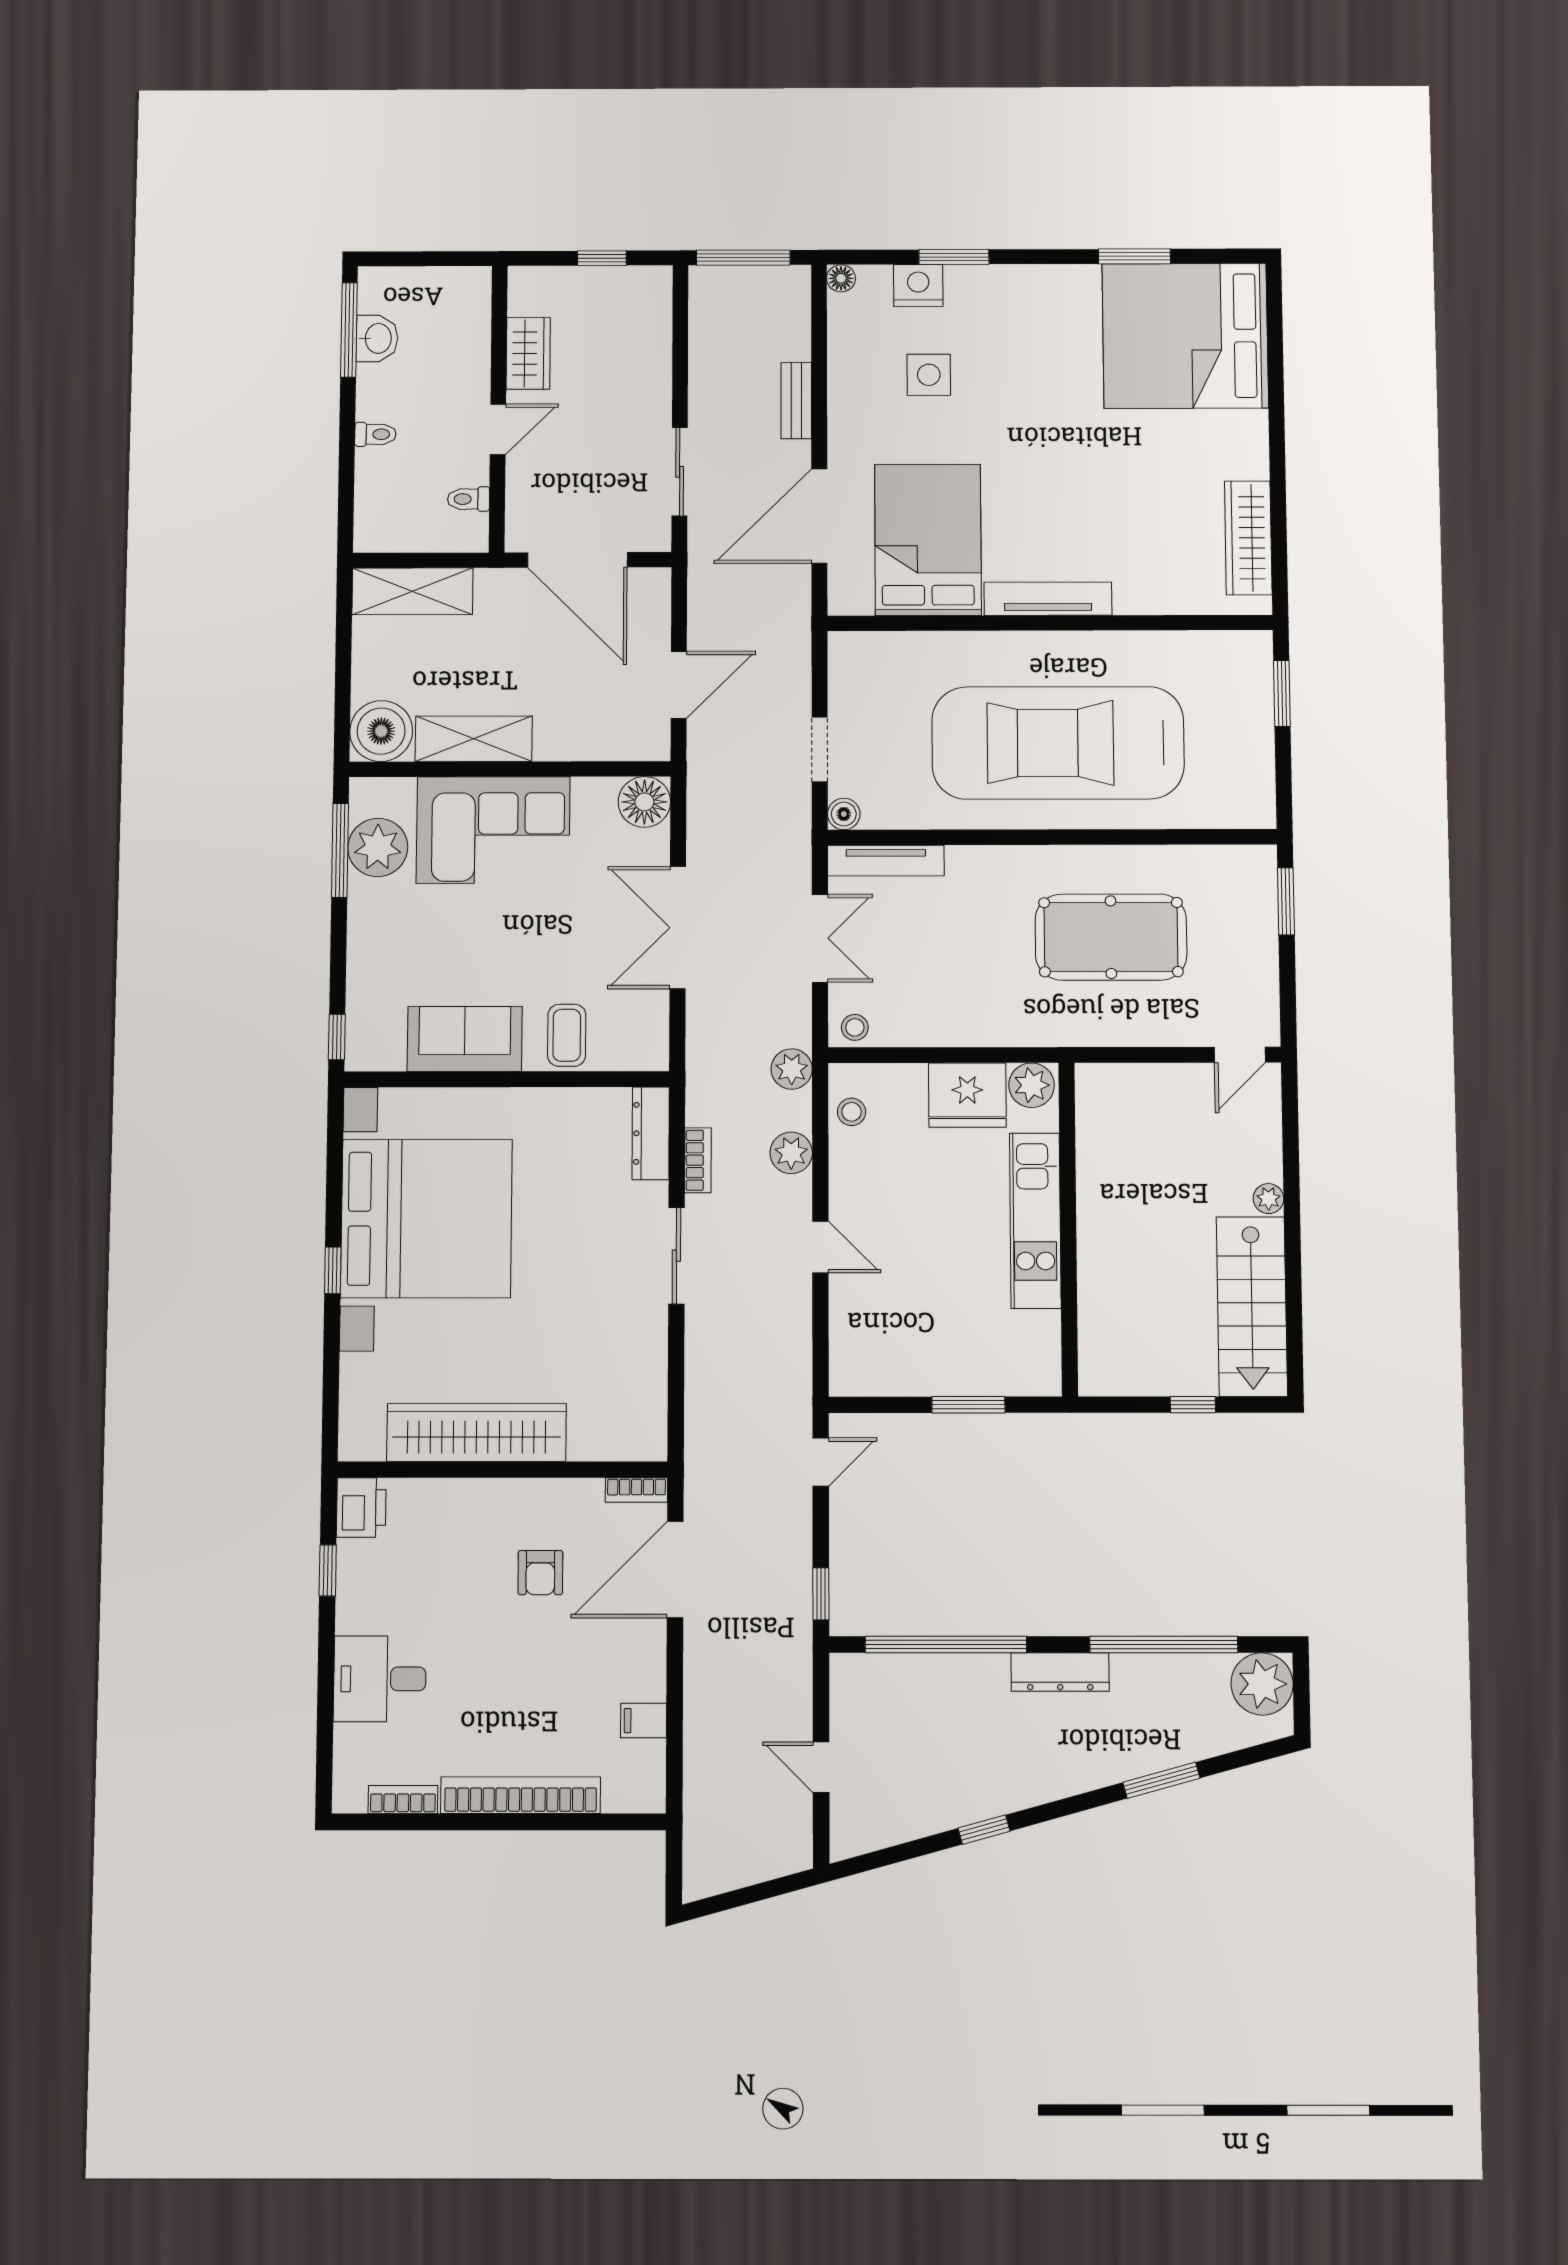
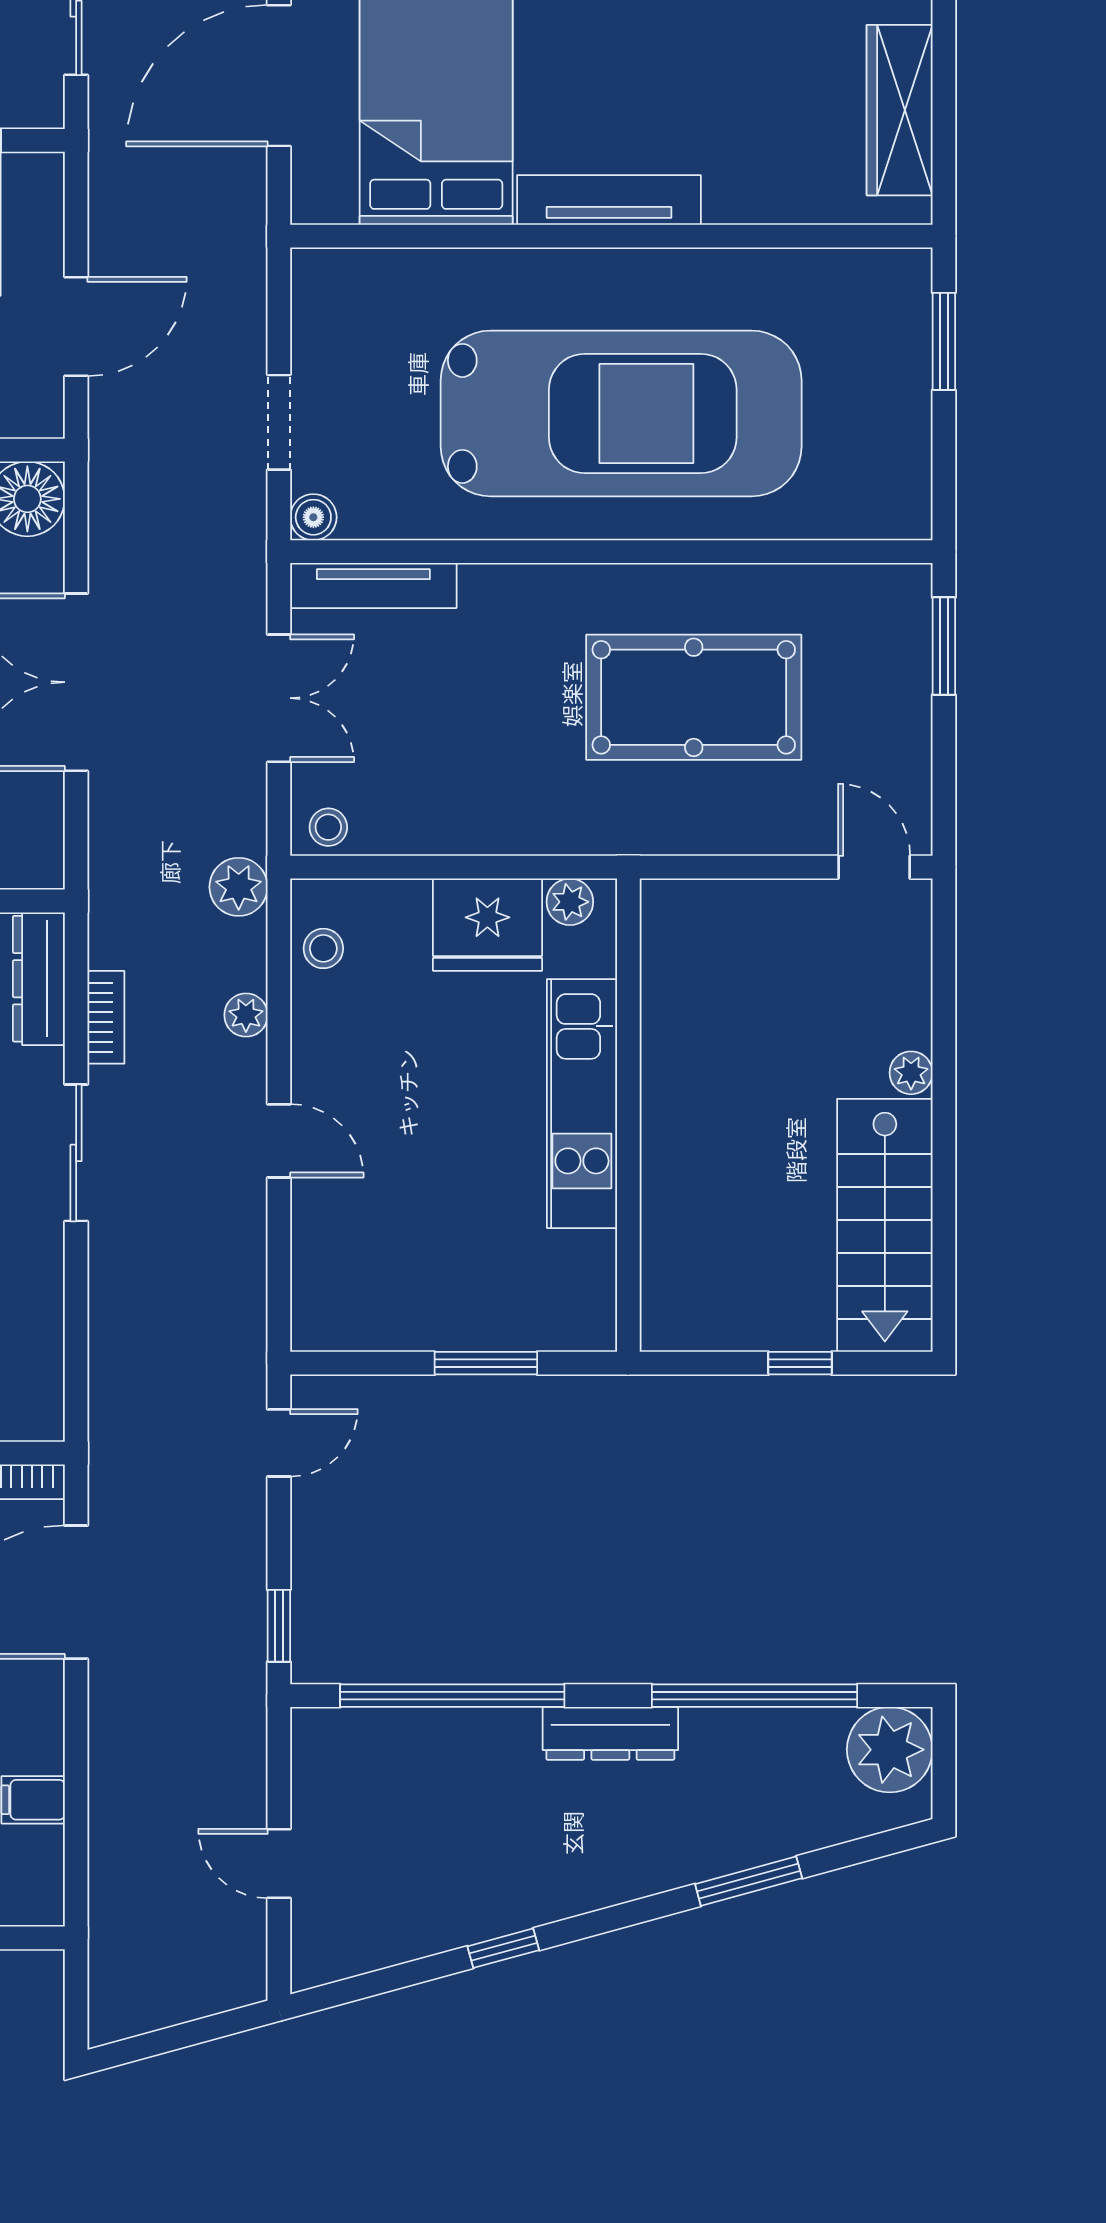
car: (1058, 743) -> (621, 413), turned 180
door: (1240, 1055) -> (874, 867), swing flipped
plant: (1032, 1085) -> (570, 902), width x0.73, depth x0.73
plant: (791, 1153) -> (246, 1015), width x0.73, depth x0.73

